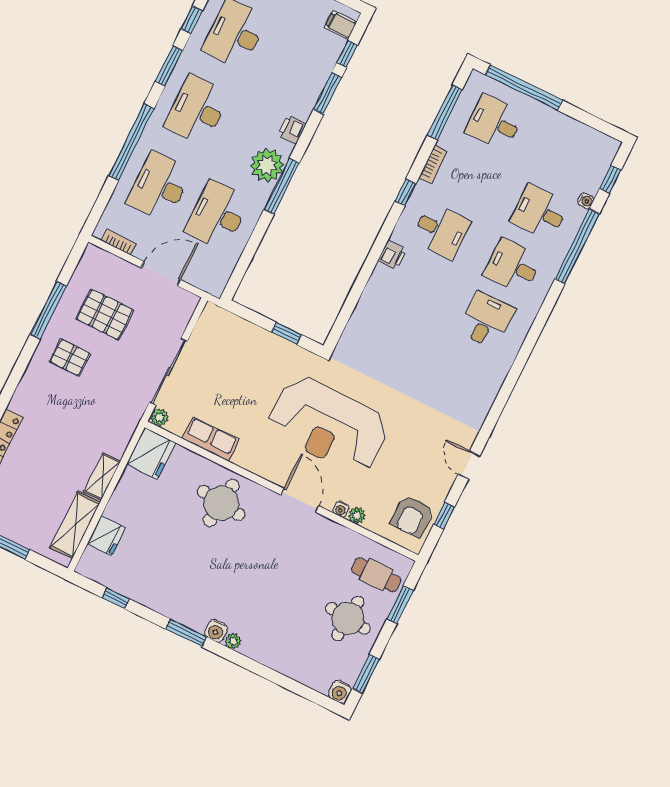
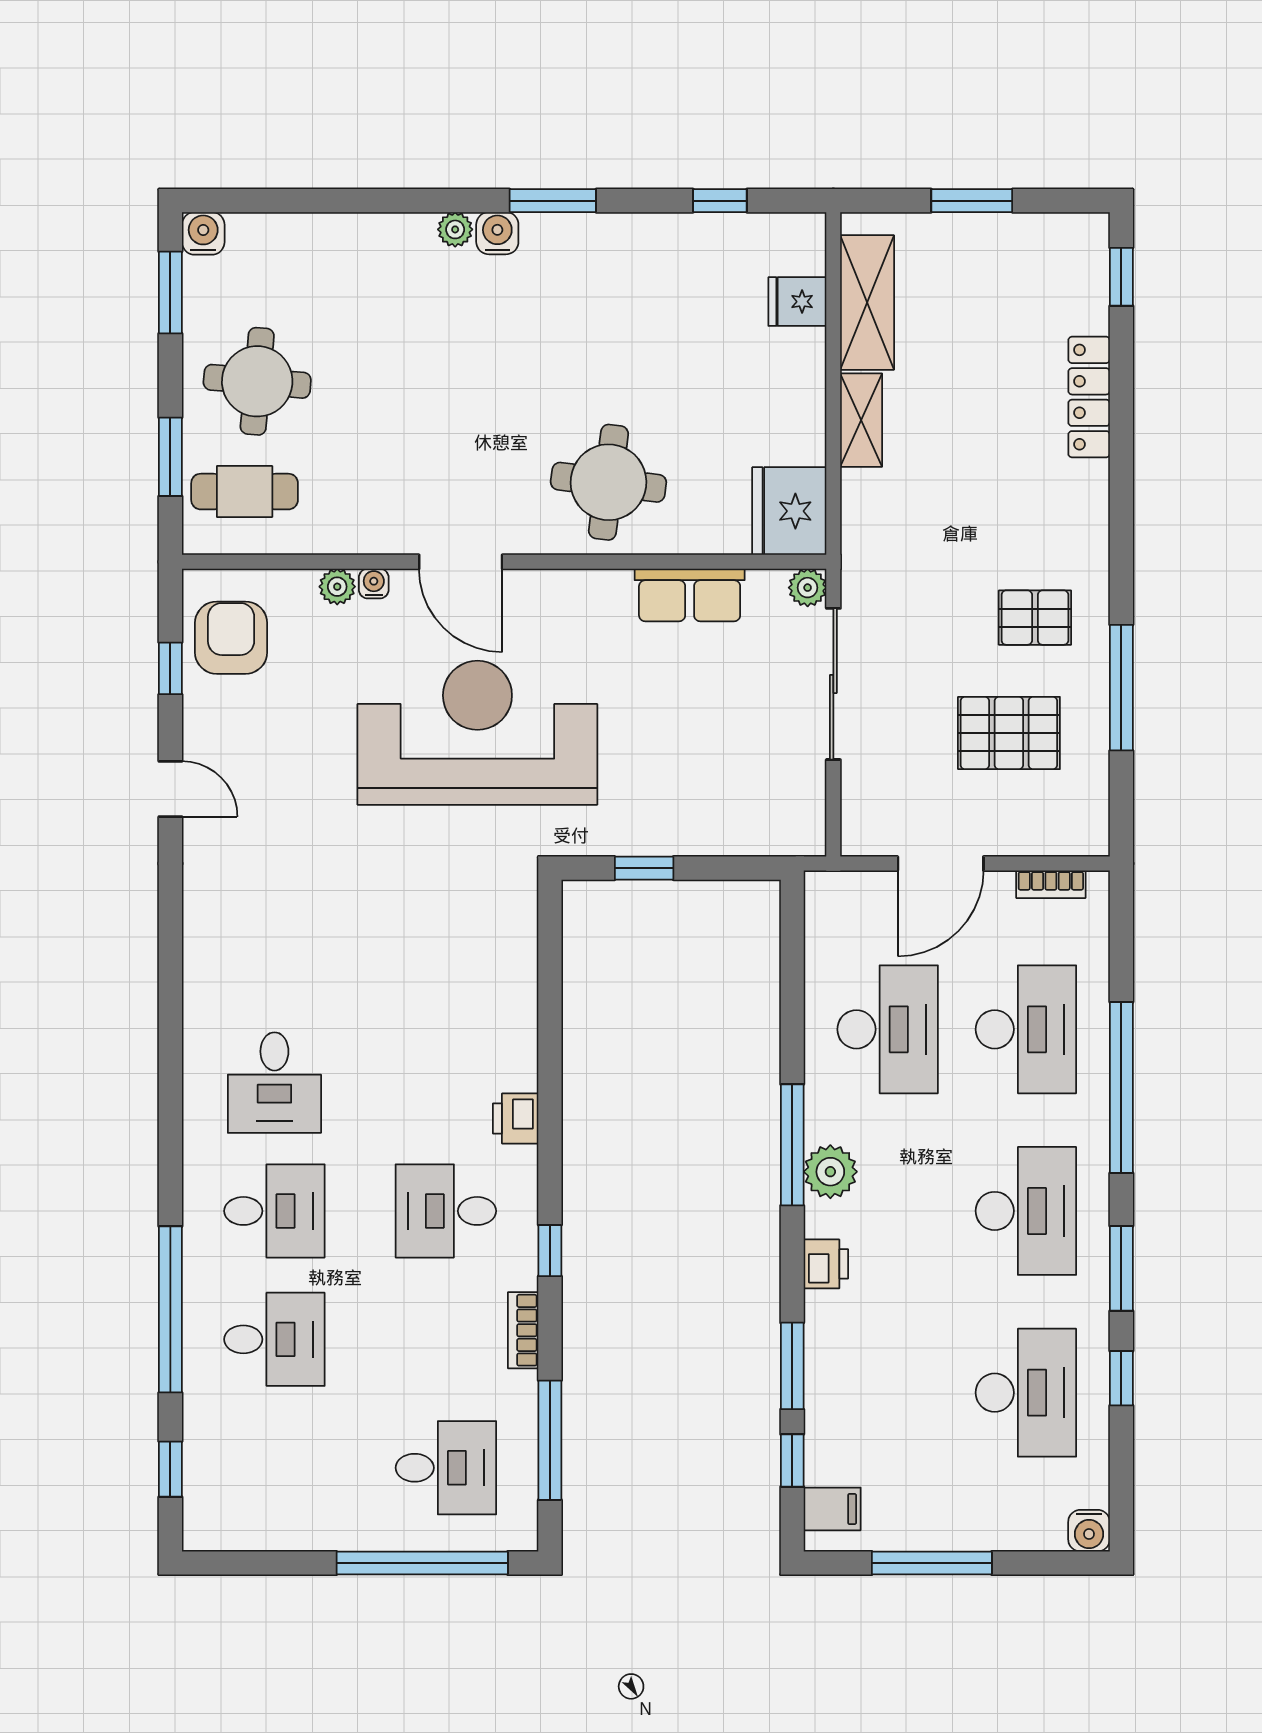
plant: (267, 165) -> (830, 1172), width x0.73, depth x0.73
water cooler: (586, 201) -> (197, 1405), removed
fridge: (106, 536) -> (797, 302), width x0.72

